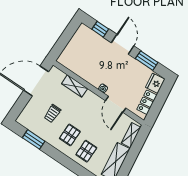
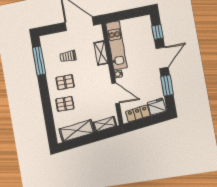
kitchen unit: (80, 69) -> (116, 45), added
door: (116, 104) -> (116, 93), swing flipped
window: (34, 139) -> (39, 61), width x1.44

